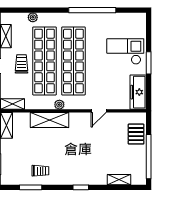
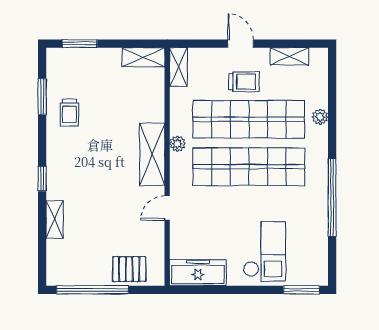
plant: (33, 17) -> (320, 117), moved
window: (149, 63) -> (302, 290), moved
door: (99, 111) -> (167, 208), hinge flipped
shelving: (50, 120) -> (152, 154), moved
shelving: (119, 180) -> (55, 219), moved

